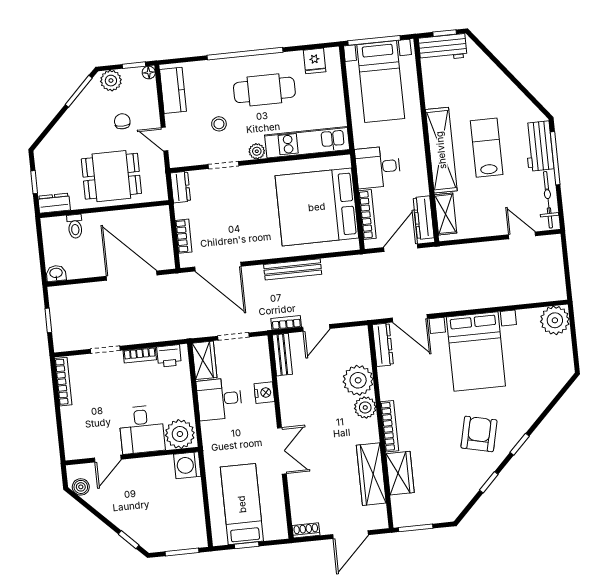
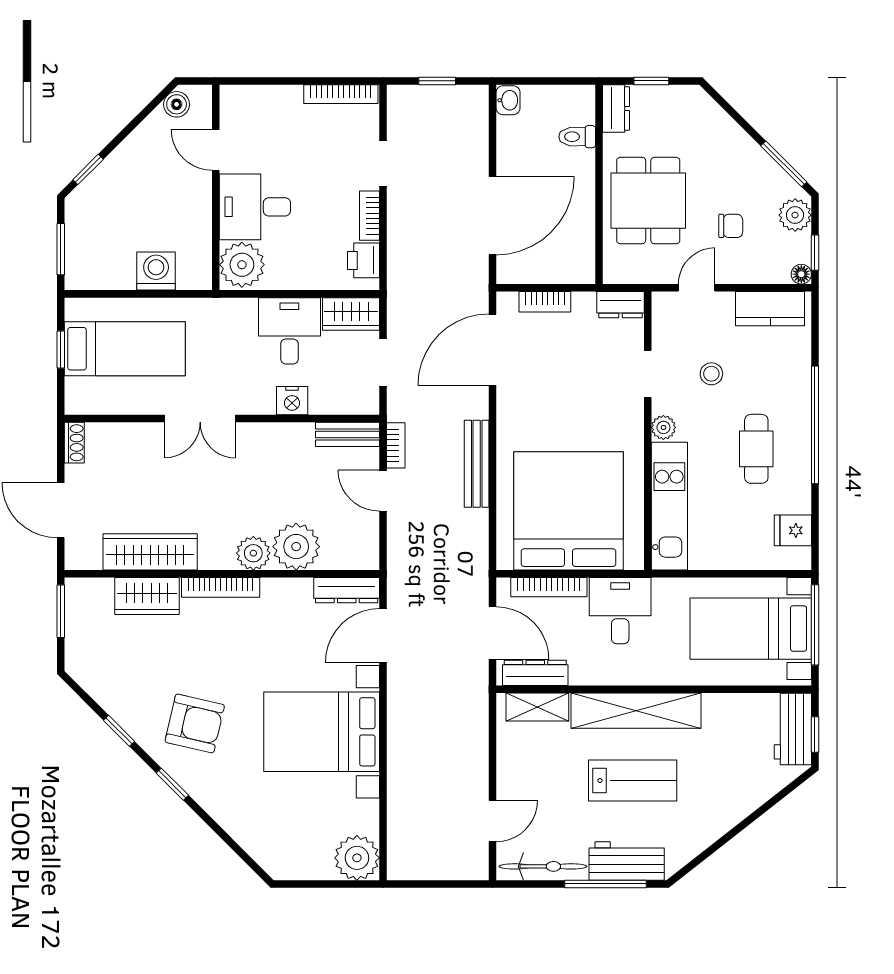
cafe table: (264, 90) -> (756, 449), width x0.73, depth x0.74
washing machine: (187, 465) -> (156, 271), moved

